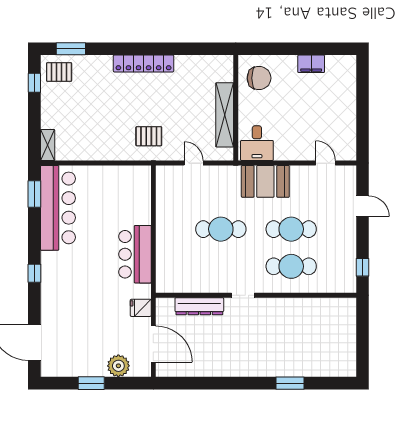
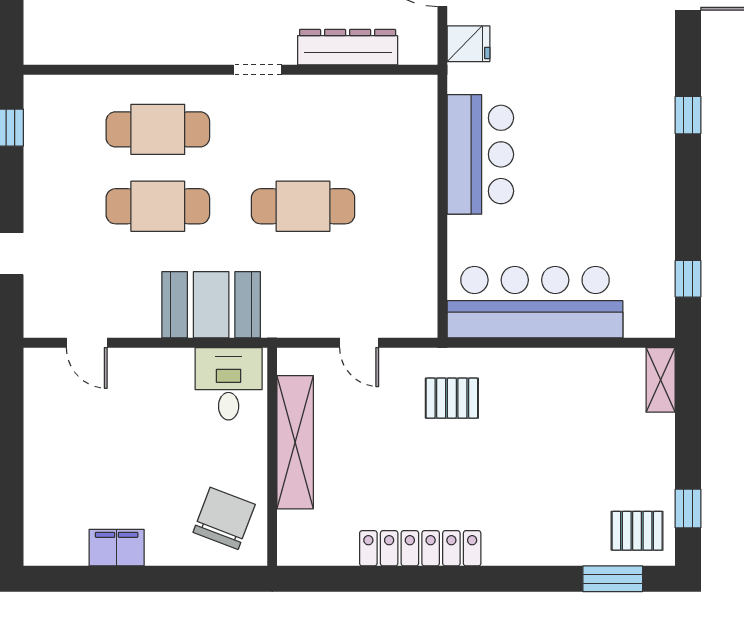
locker: (144, 63) -> (420, 548), moved
chair: (259, 78) -> (224, 518), turned 111
window: (34, 194) -> (688, 279), width x0.67
bar counter: (58, 208) -> (535, 302), moved, turned 90

